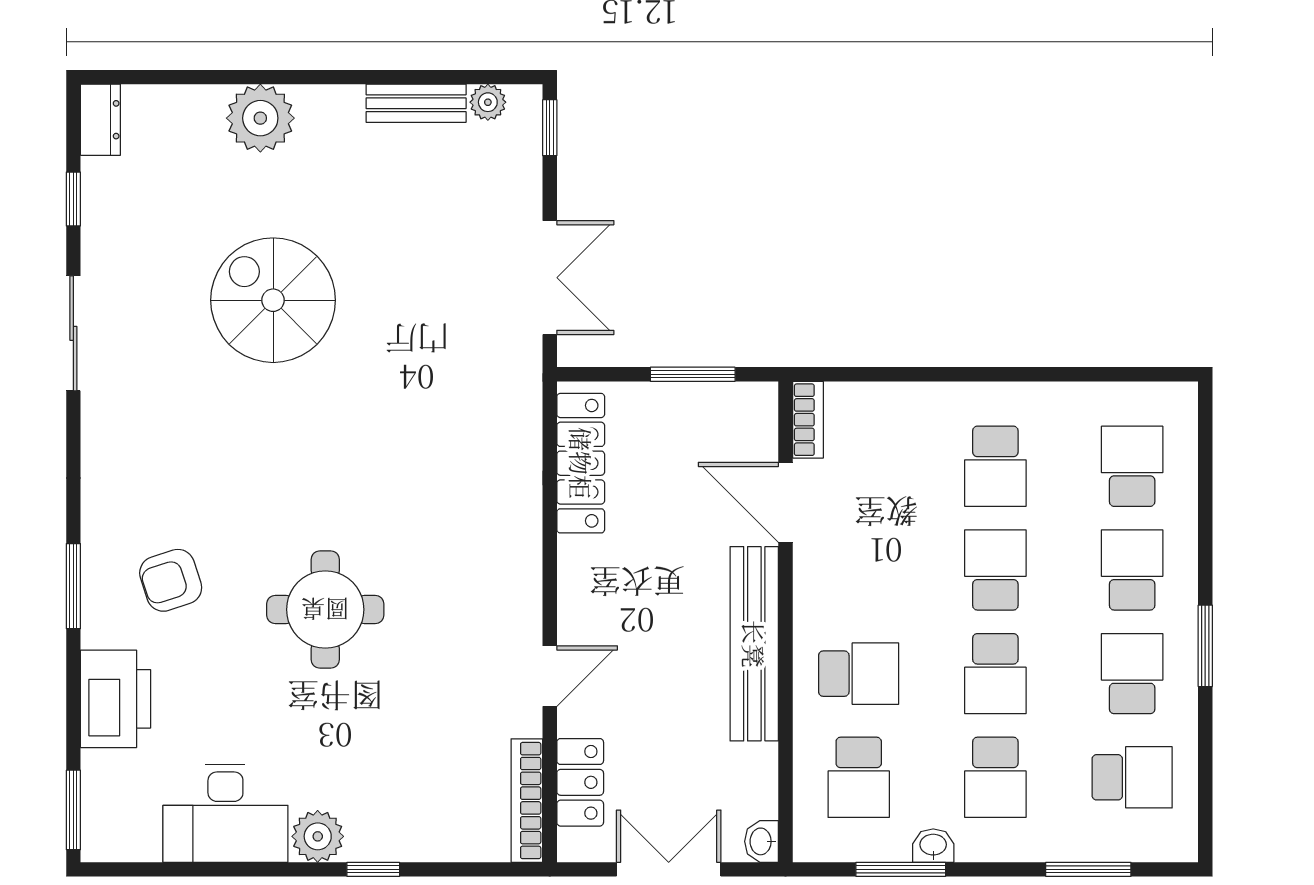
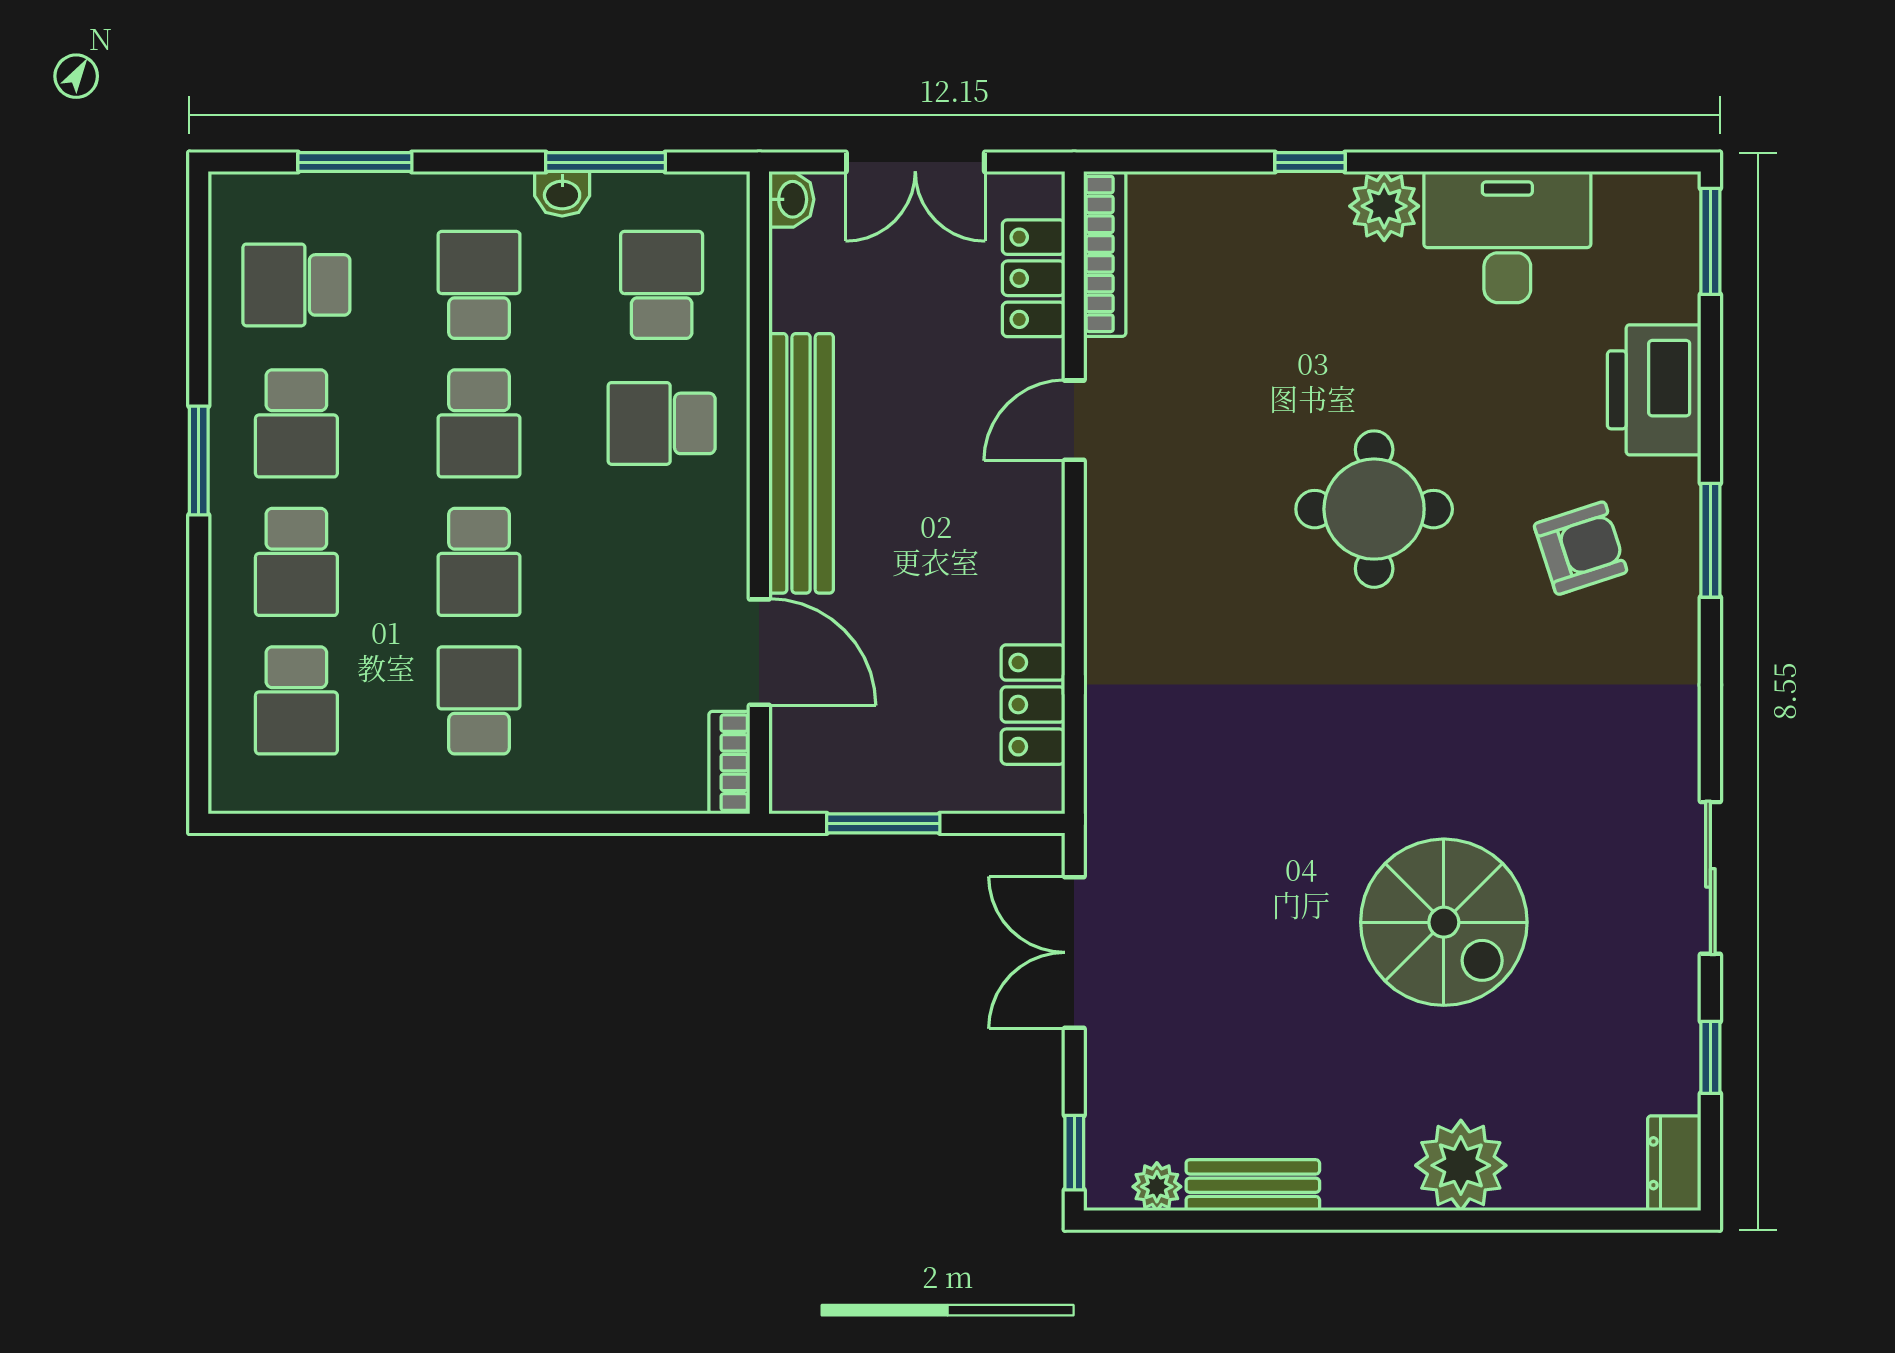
locker: (581, 463) -> (1033, 705), width x0.66
school desk: (995, 674) -> (479, 423), turned 180

